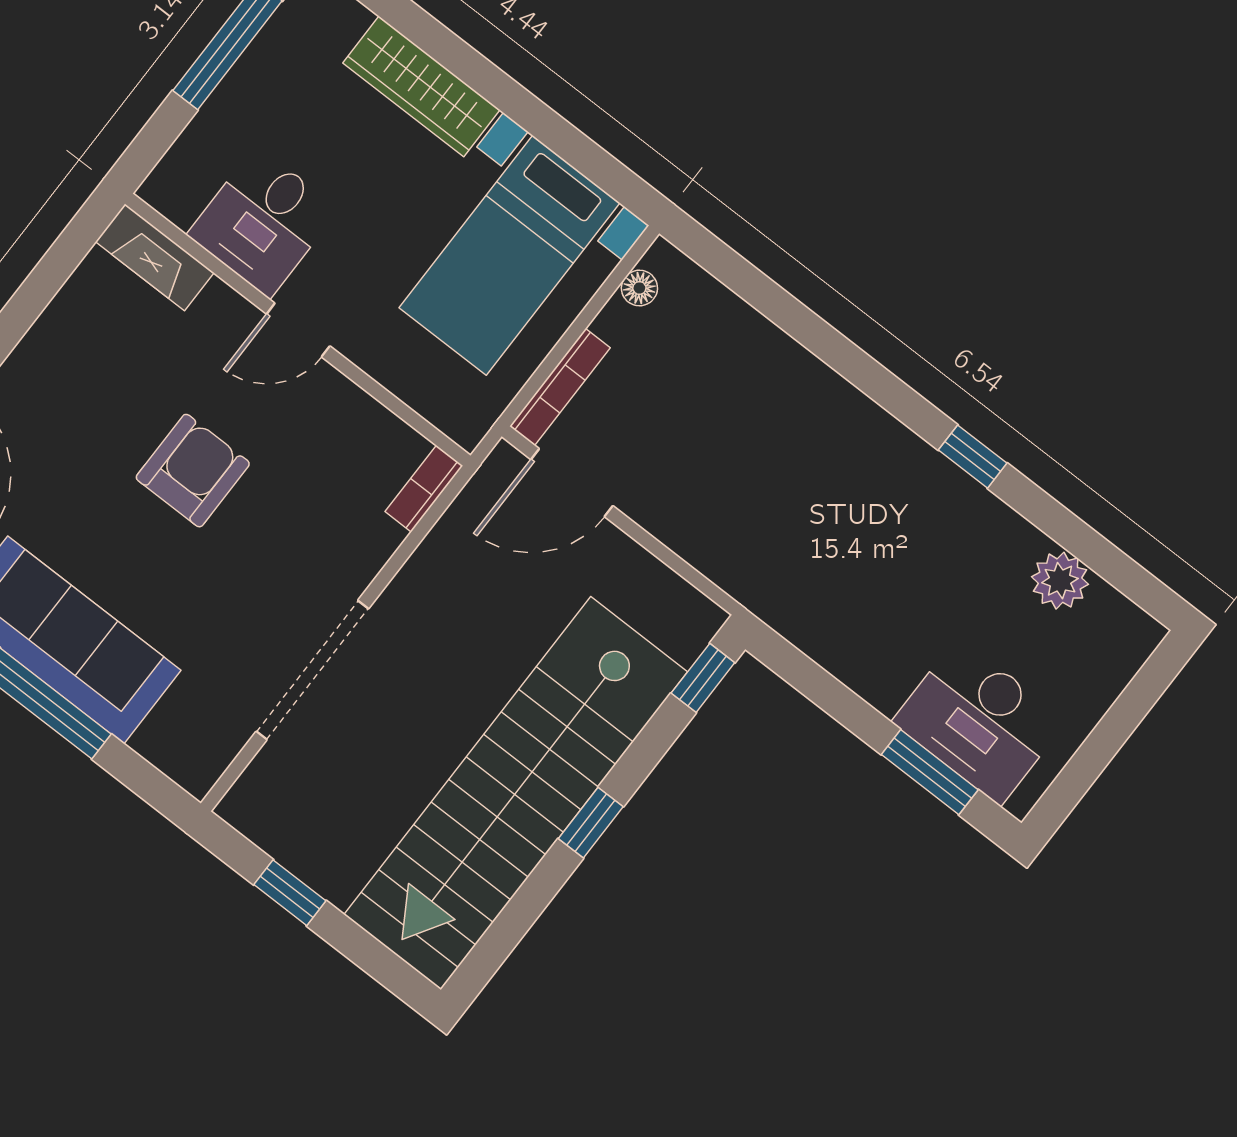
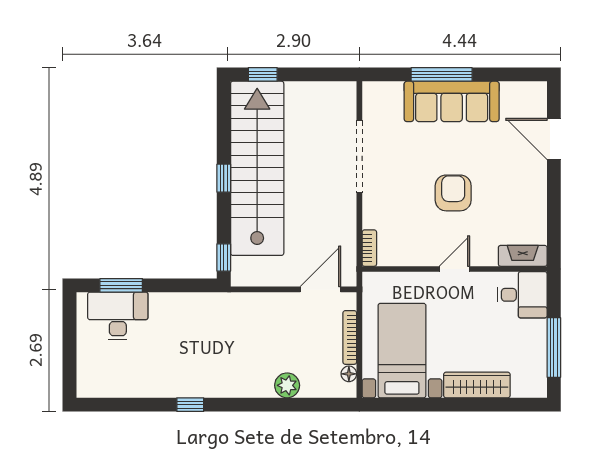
desk: (263, 222) -> (522, 295), moved, turned 90
bookcase: (560, 387) -> (350, 337), moved
armchair: (193, 471) -> (453, 193), turned 180
plant: (1060, 581) -> (287, 385), moved
window: (290, 893) -> (263, 74), moved

